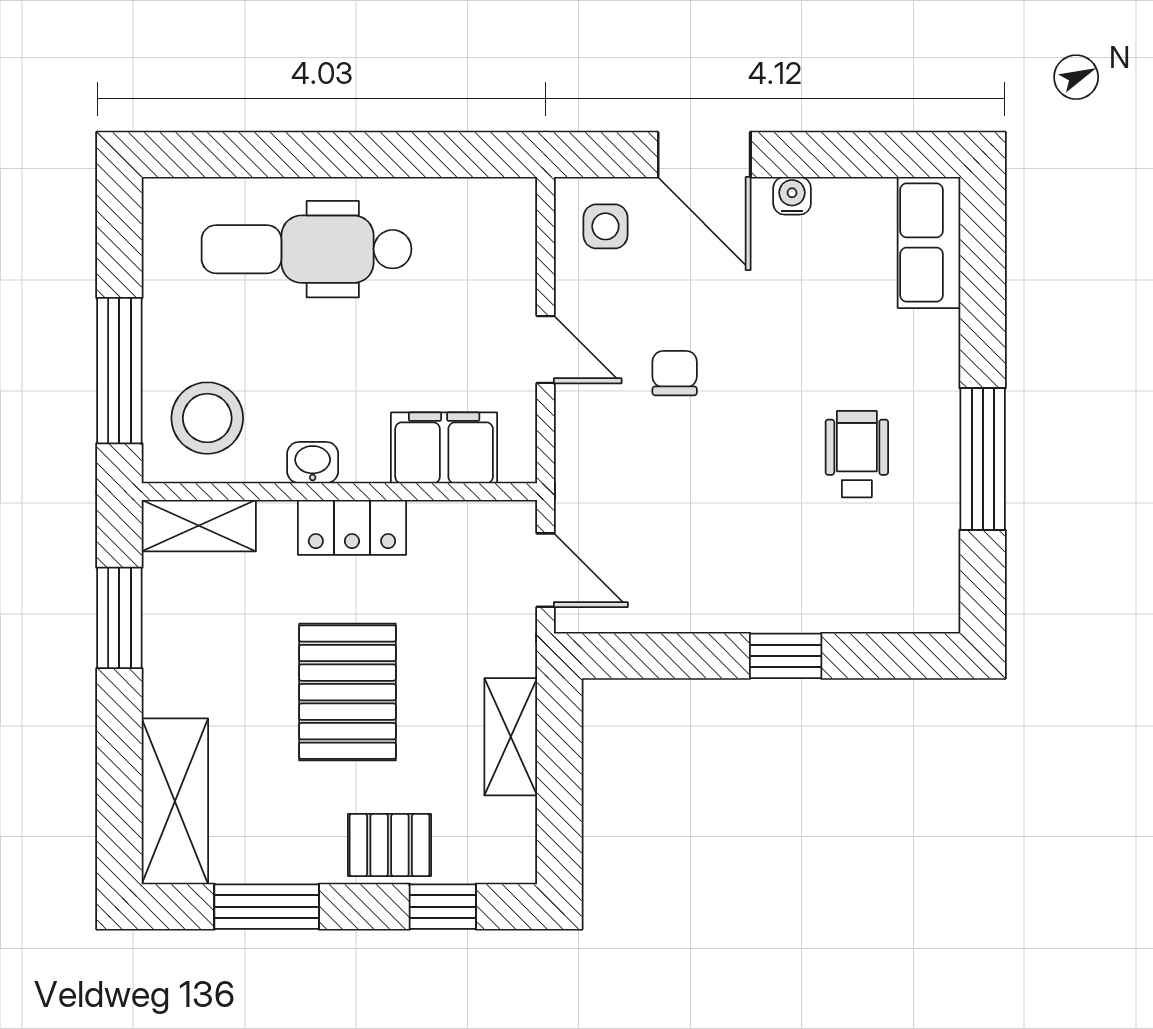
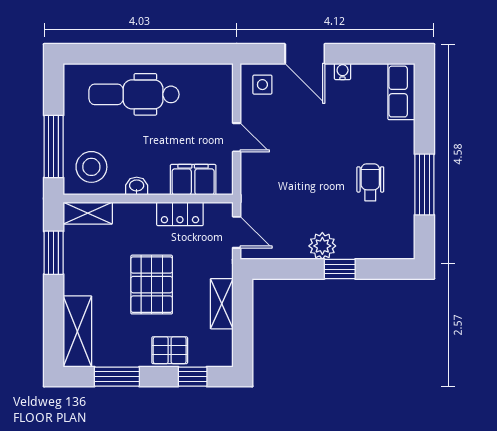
chair: (675, 373) -> (292, 148), removed
locker: (352, 527) -> (180, 214), moved
plant: (745, 602) -> (322, 246), added

